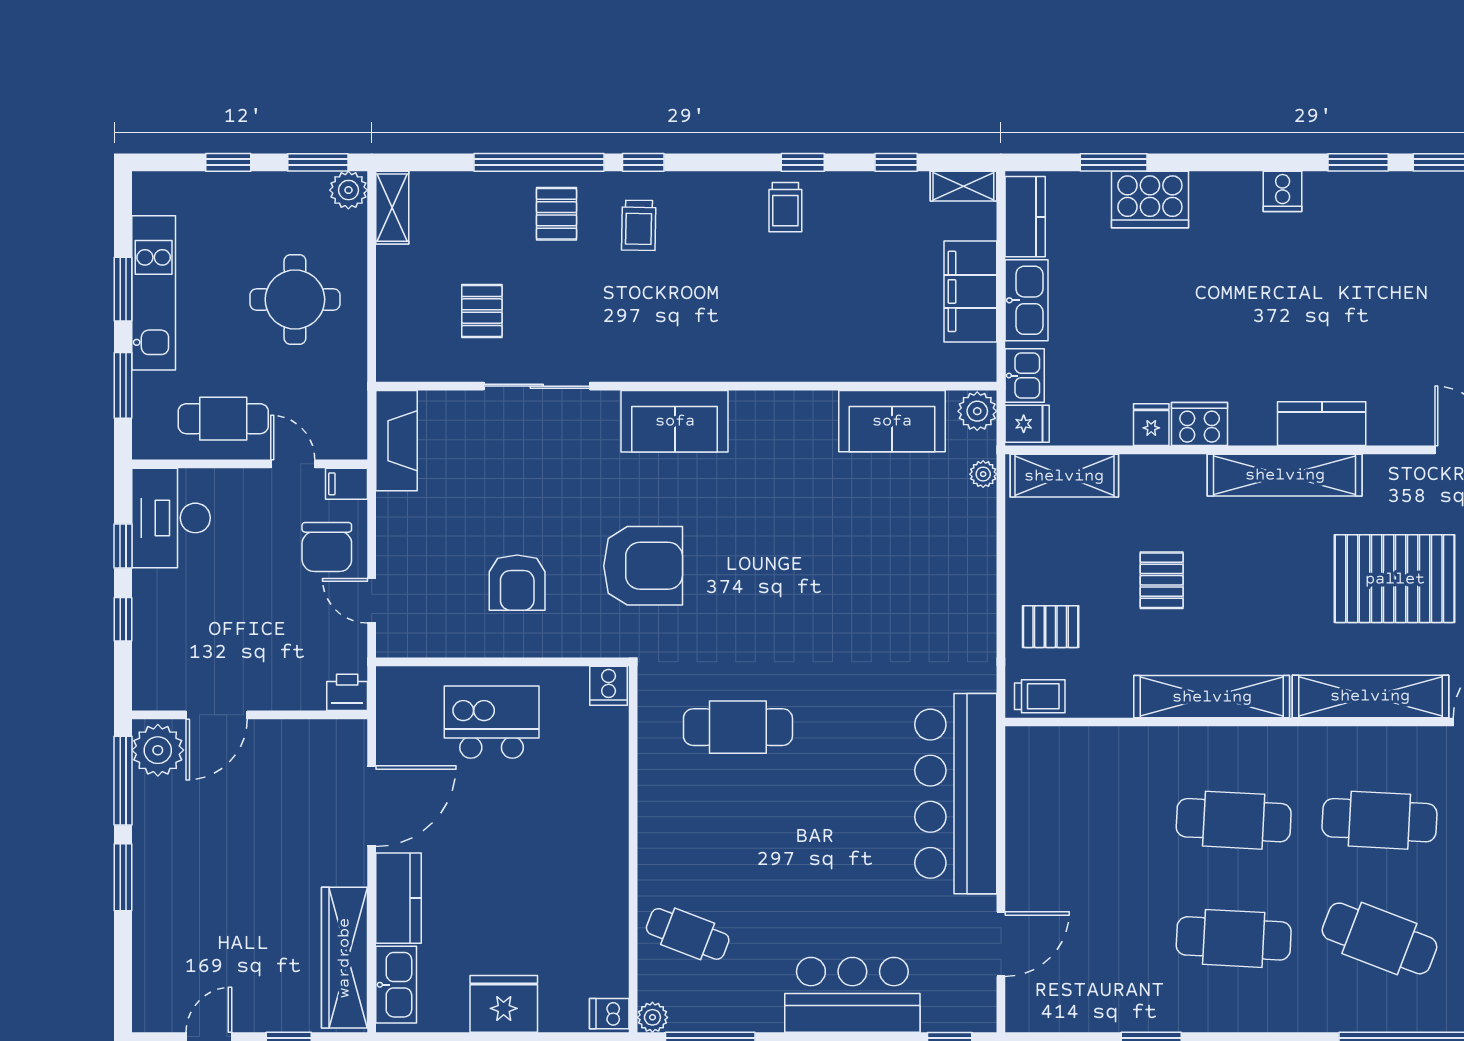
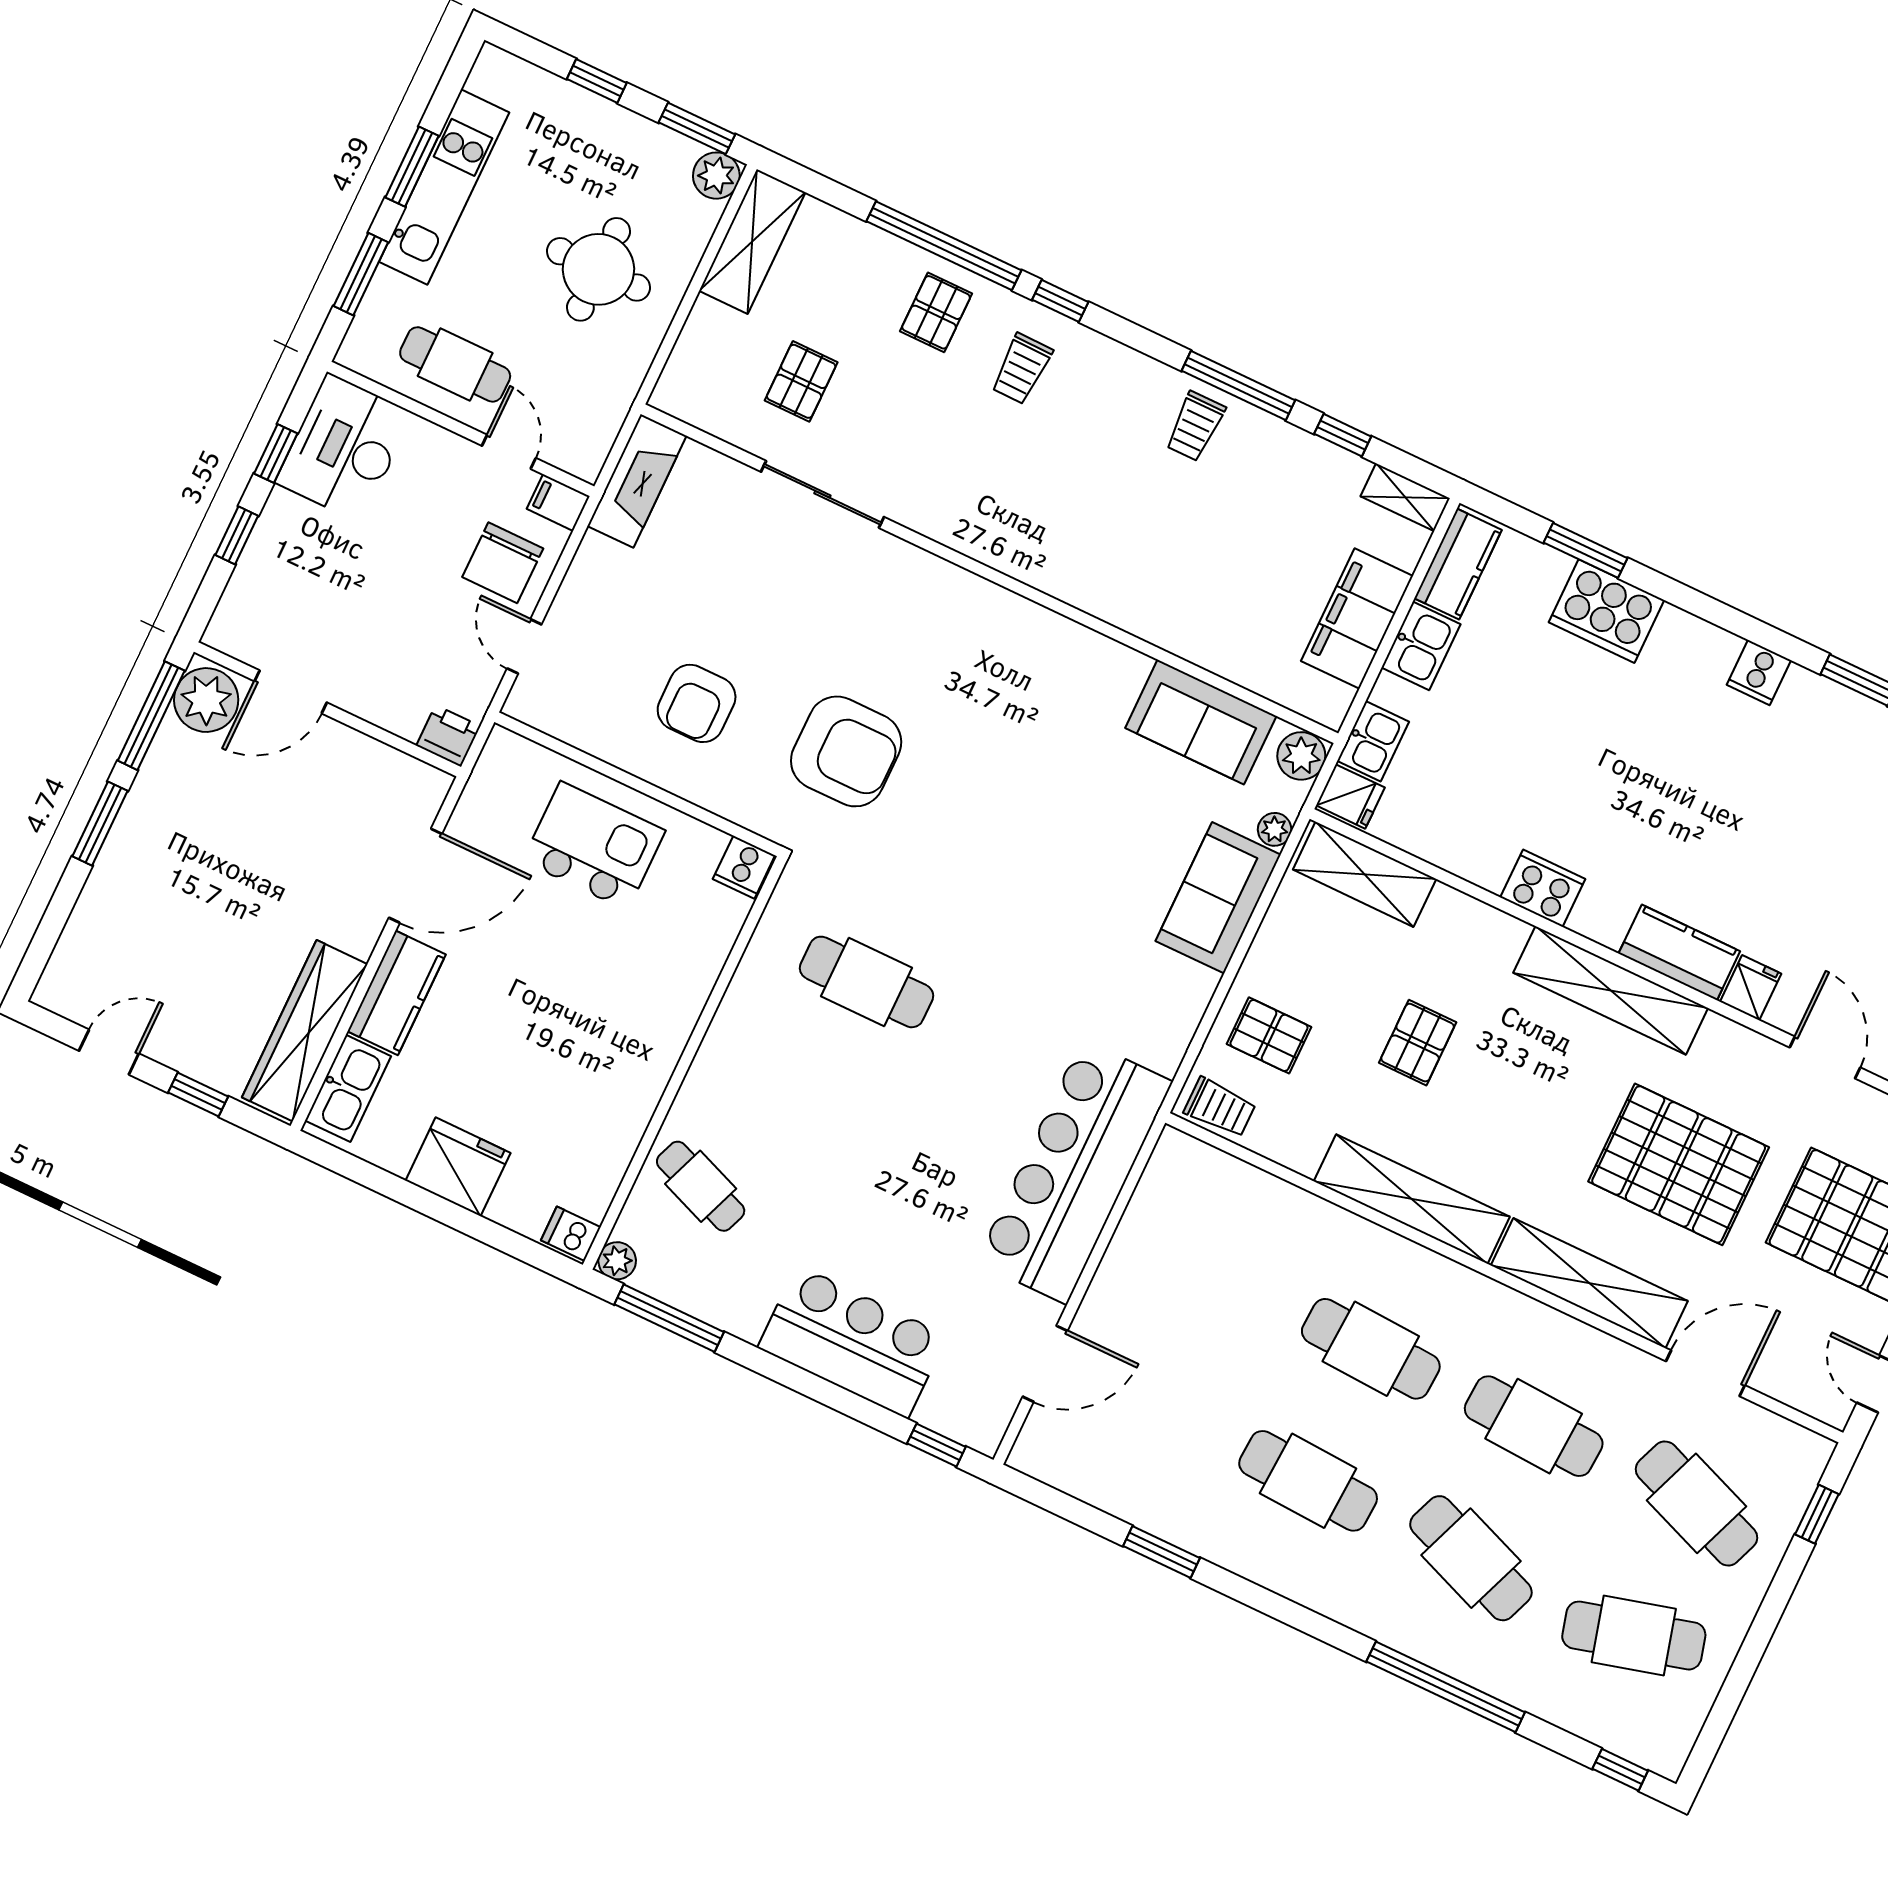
window: (803, 162) -> (1238, 386), width x2.17
shelving: (392, 208) -> (752, 242), width x1.50, depth x1.33
kitchen sink: (1026, 300) -> (1421, 646), width x0.73
sofa: (675, 421) -> (1218, 898), moved, turned 90
fridge: (1151, 425) -> (1751, 988), moved

